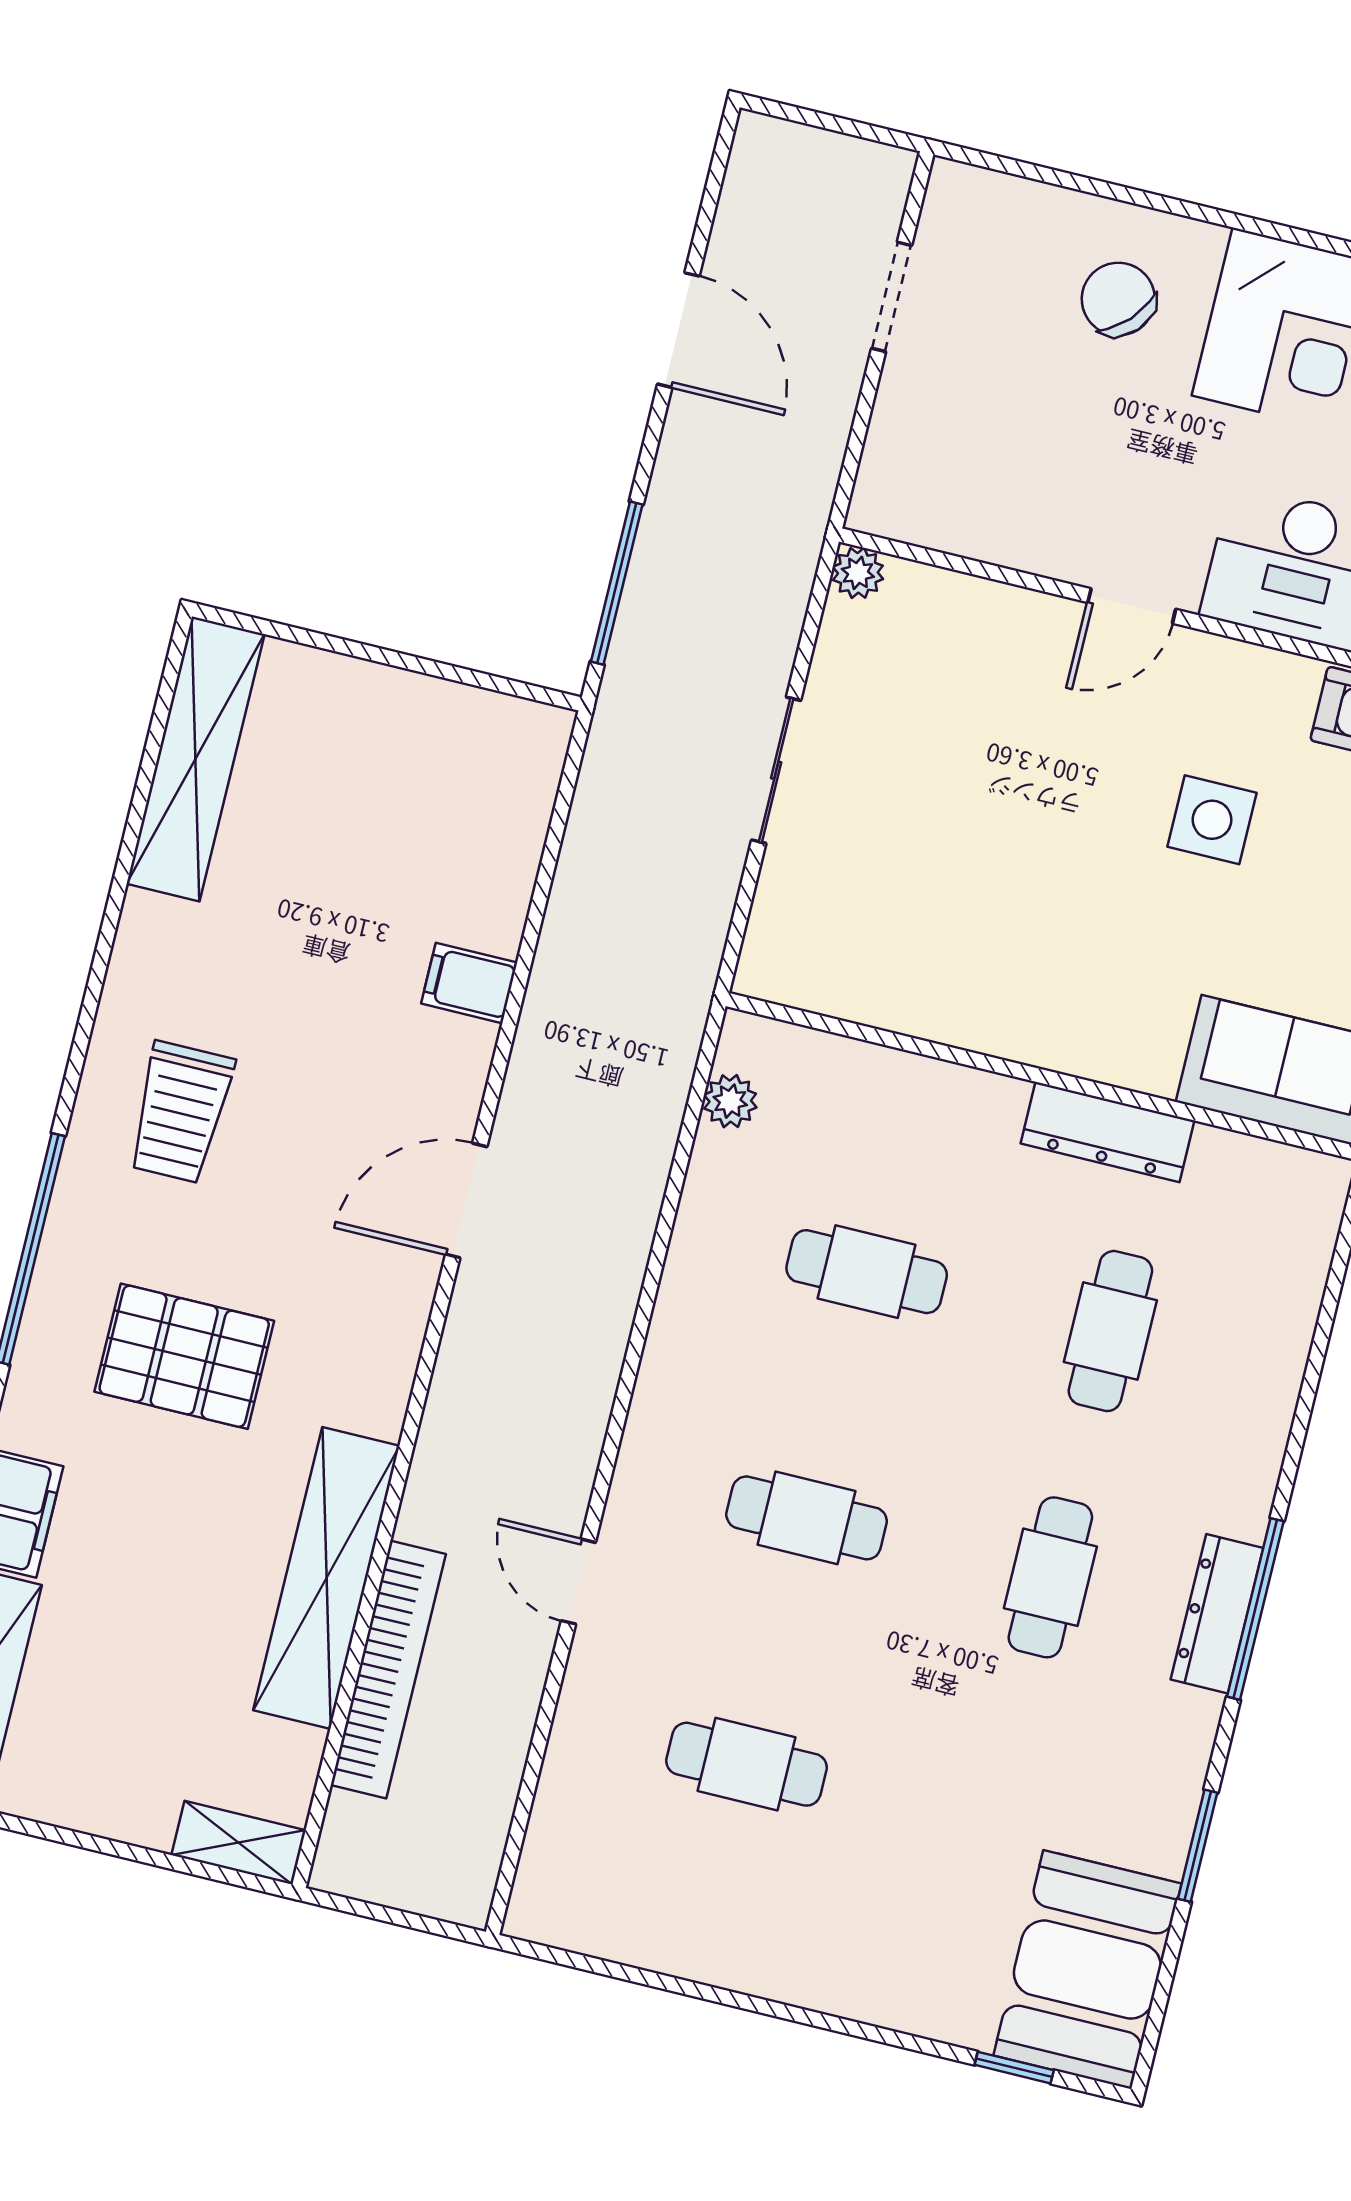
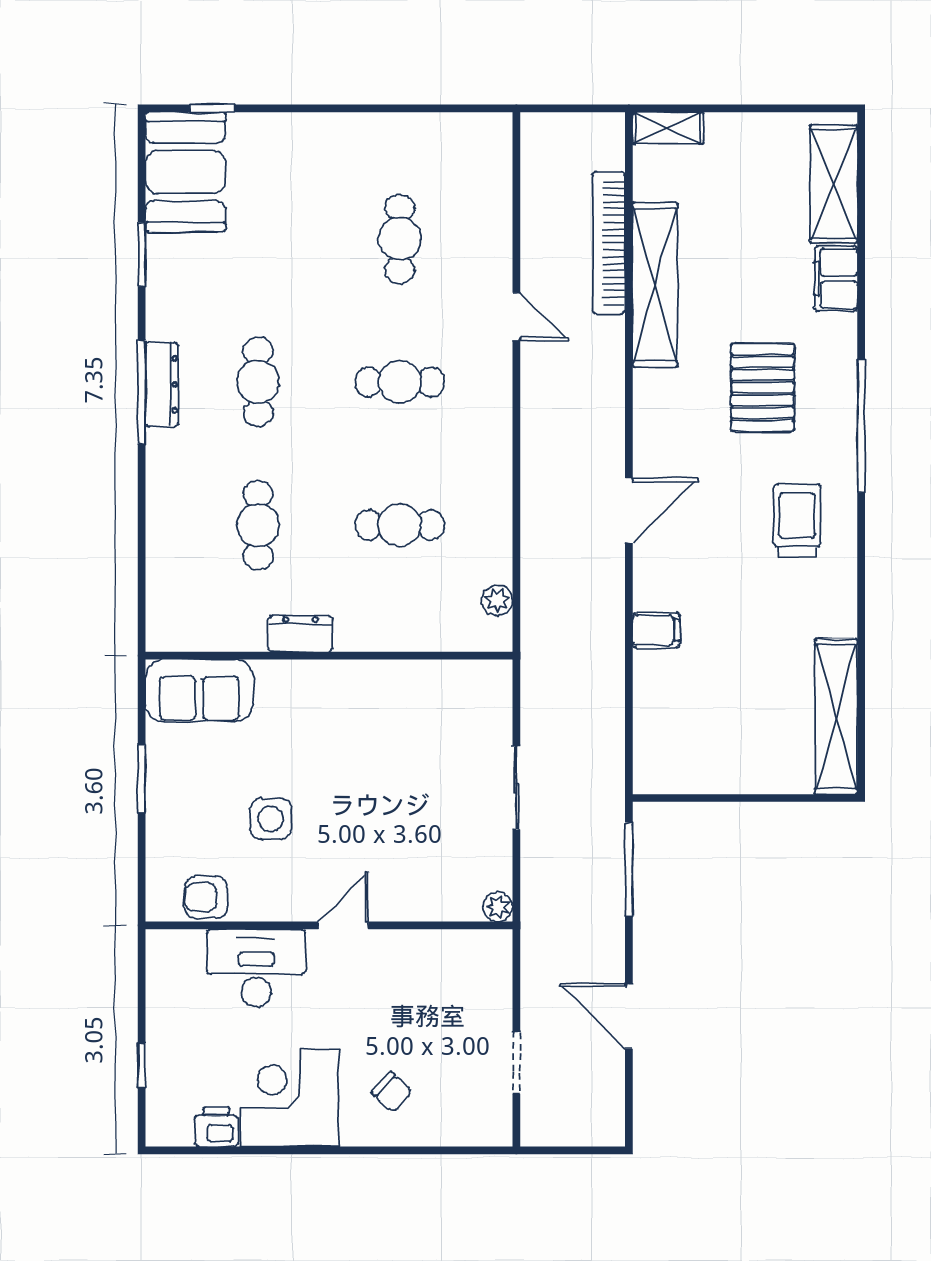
chair: (1118, 299) -> (392, 1092), width x0.73, depth x0.73
dresser: (1107, 1132) -> (300, 634), width x0.70
pallet: (184, 1356) -> (763, 387), turned 90
cafe table: (746, 1764) -> (400, 239), turned 90

